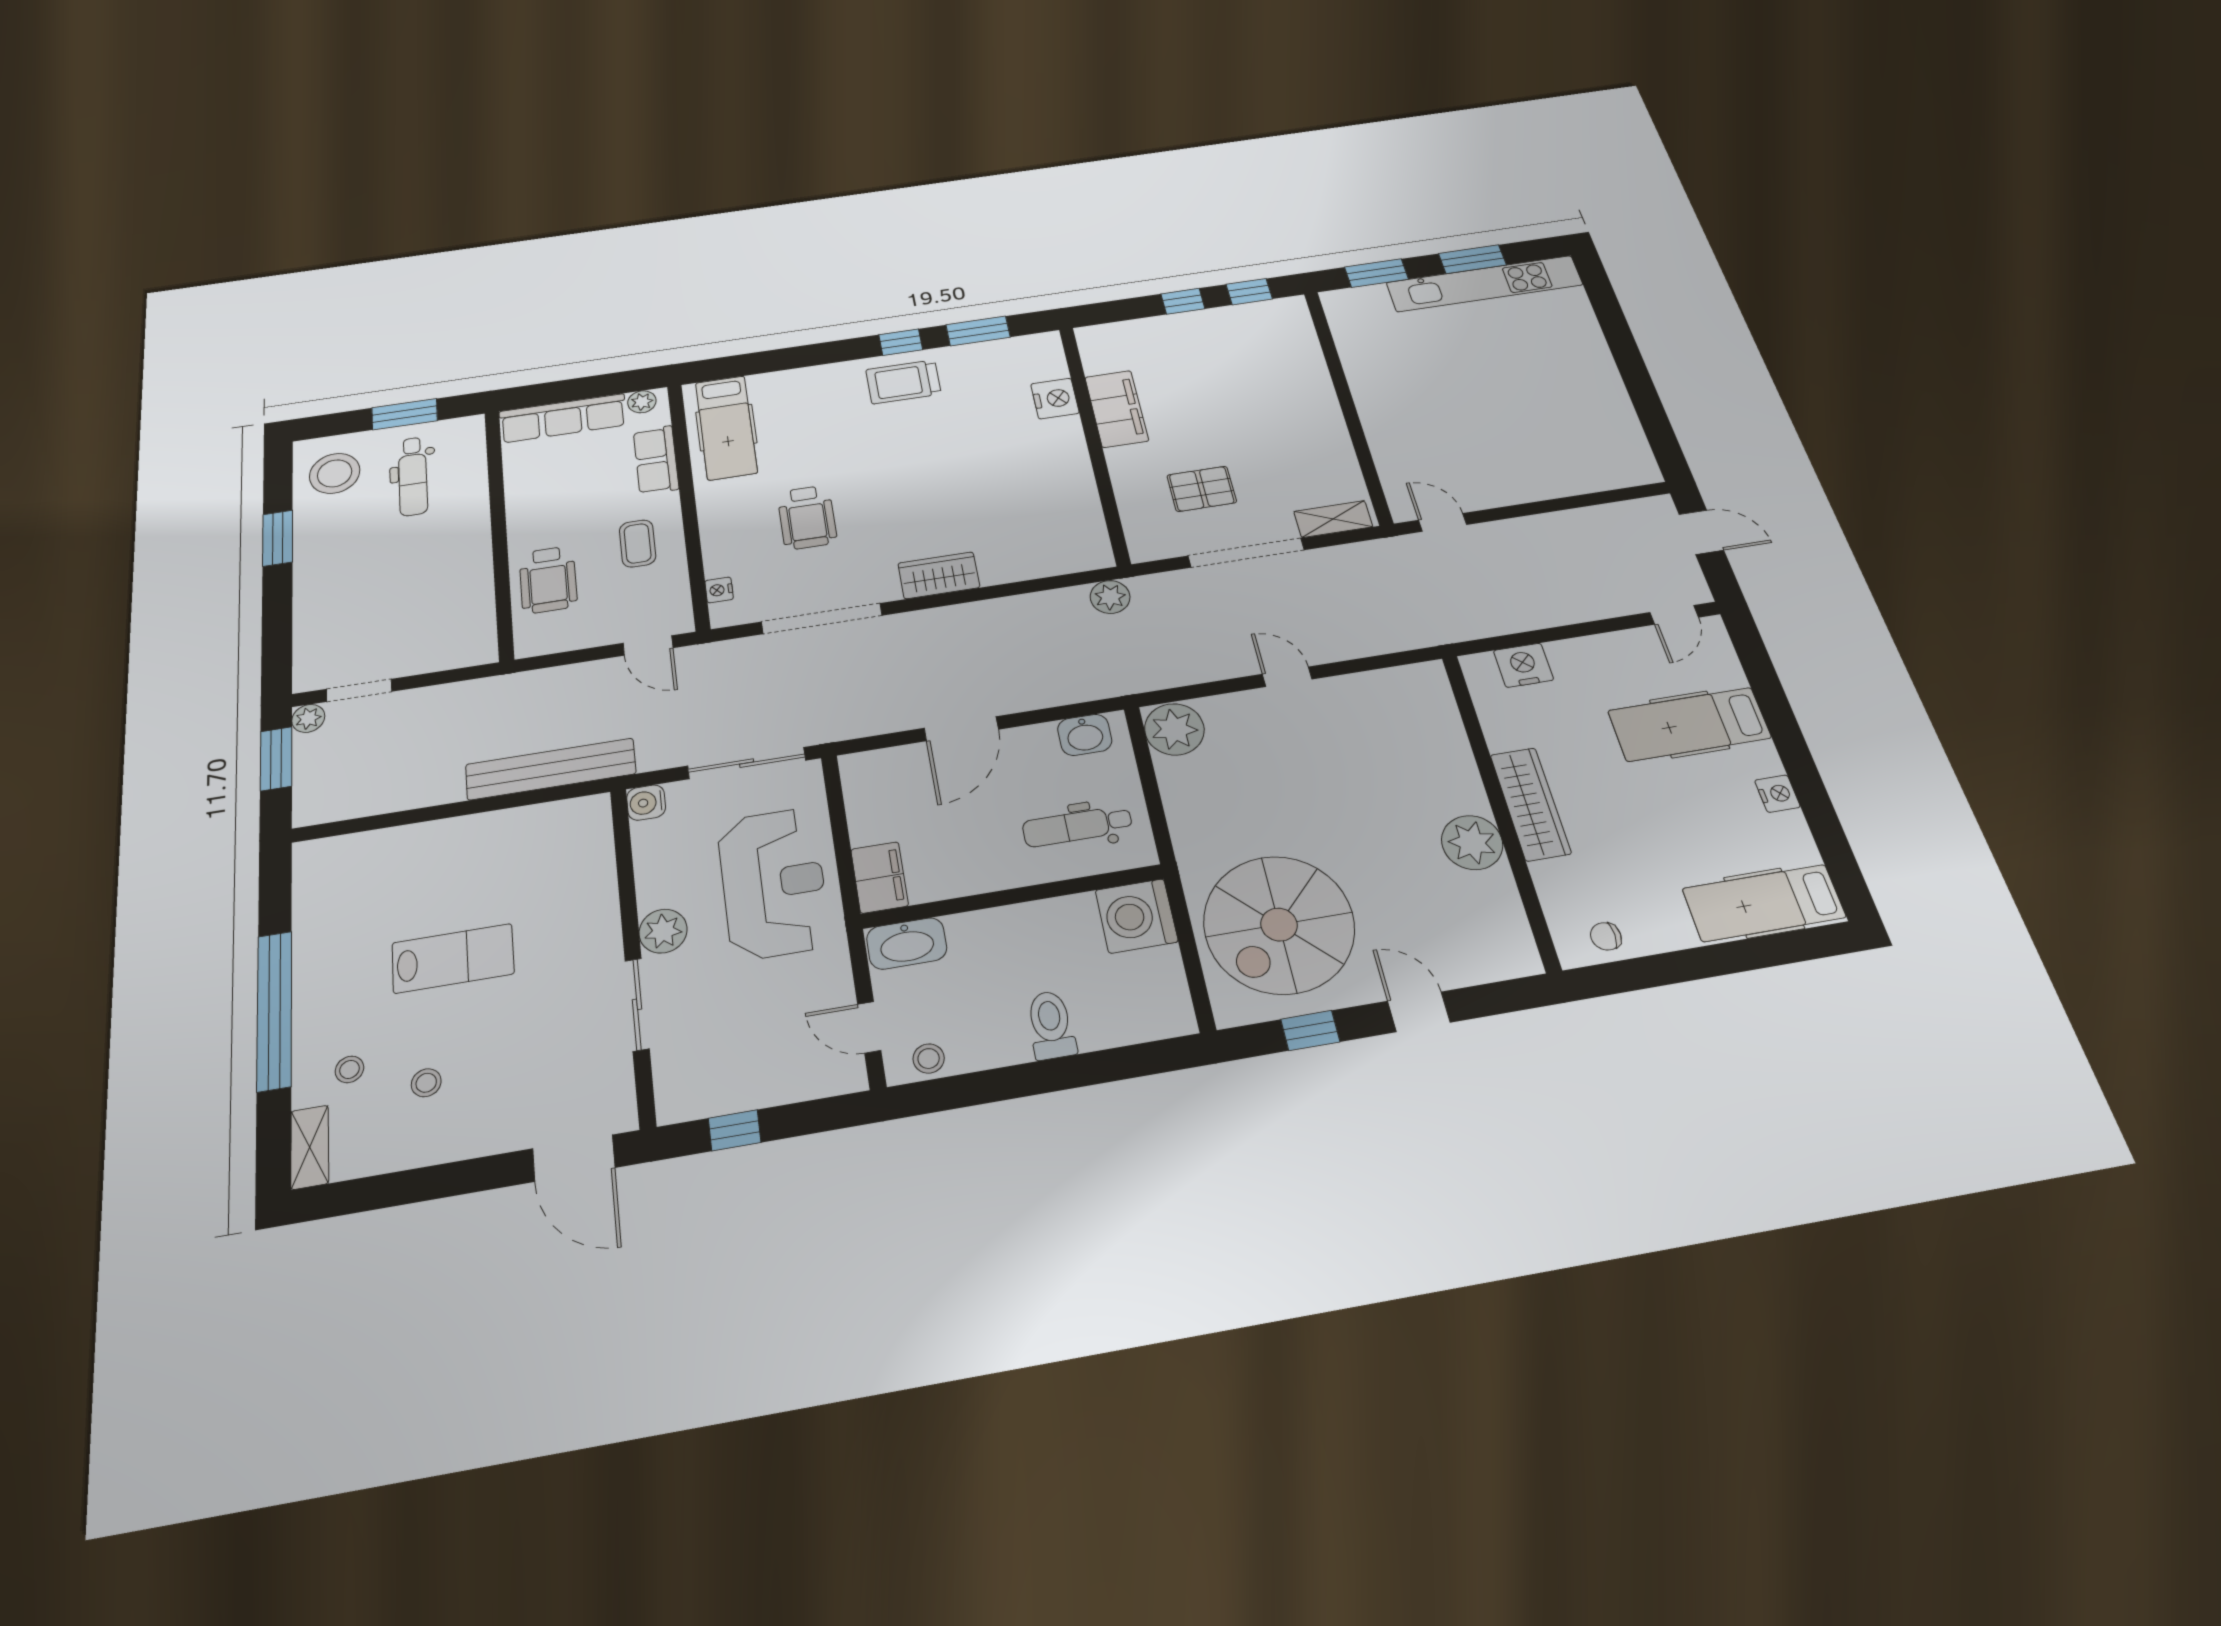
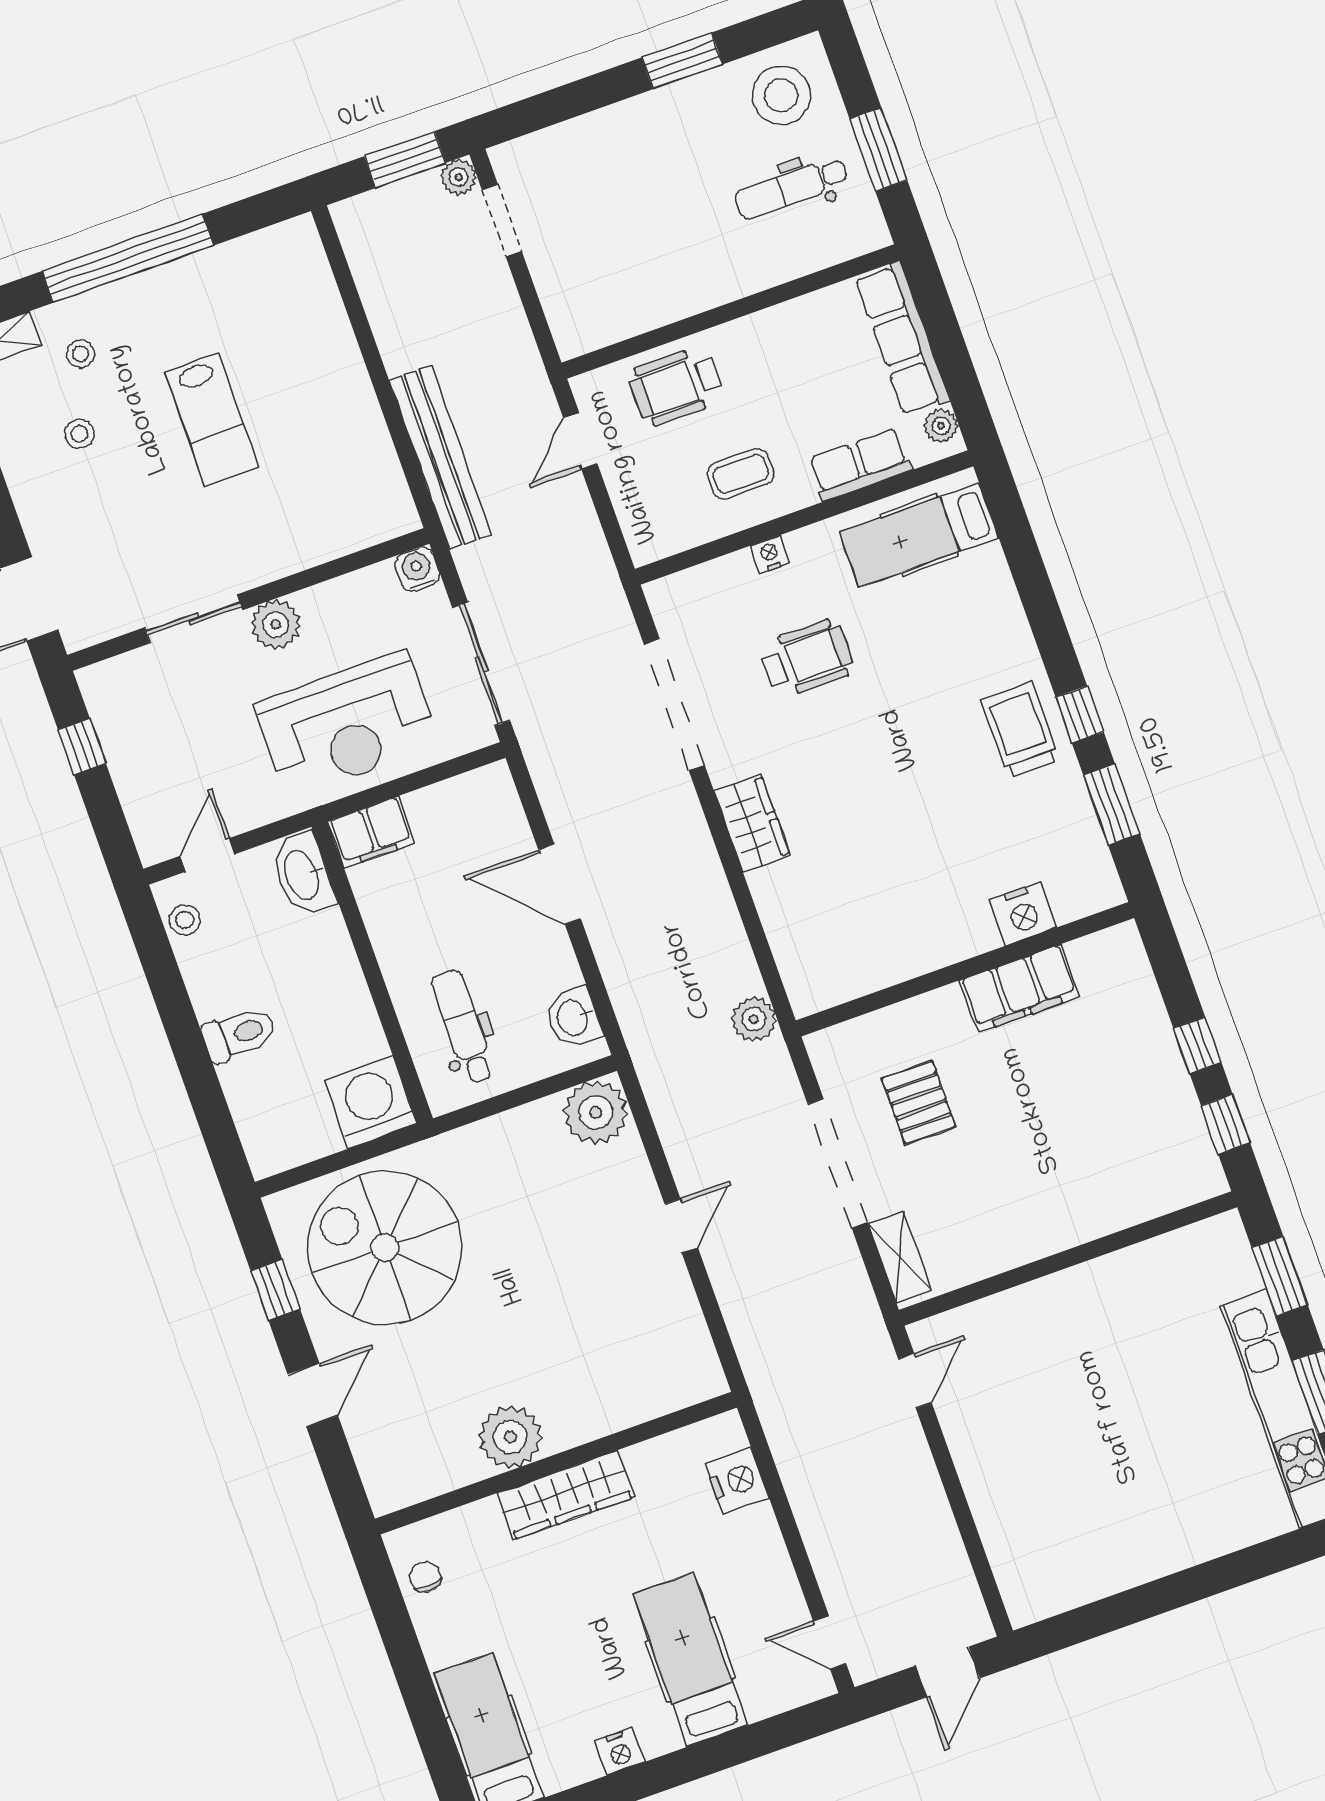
wheelchair: (807, 517) -> (807, 658), turned 180
nightstand: (719, 590) -> (770, 554), moved
door: (648, 645) -> (580, 441), moved

